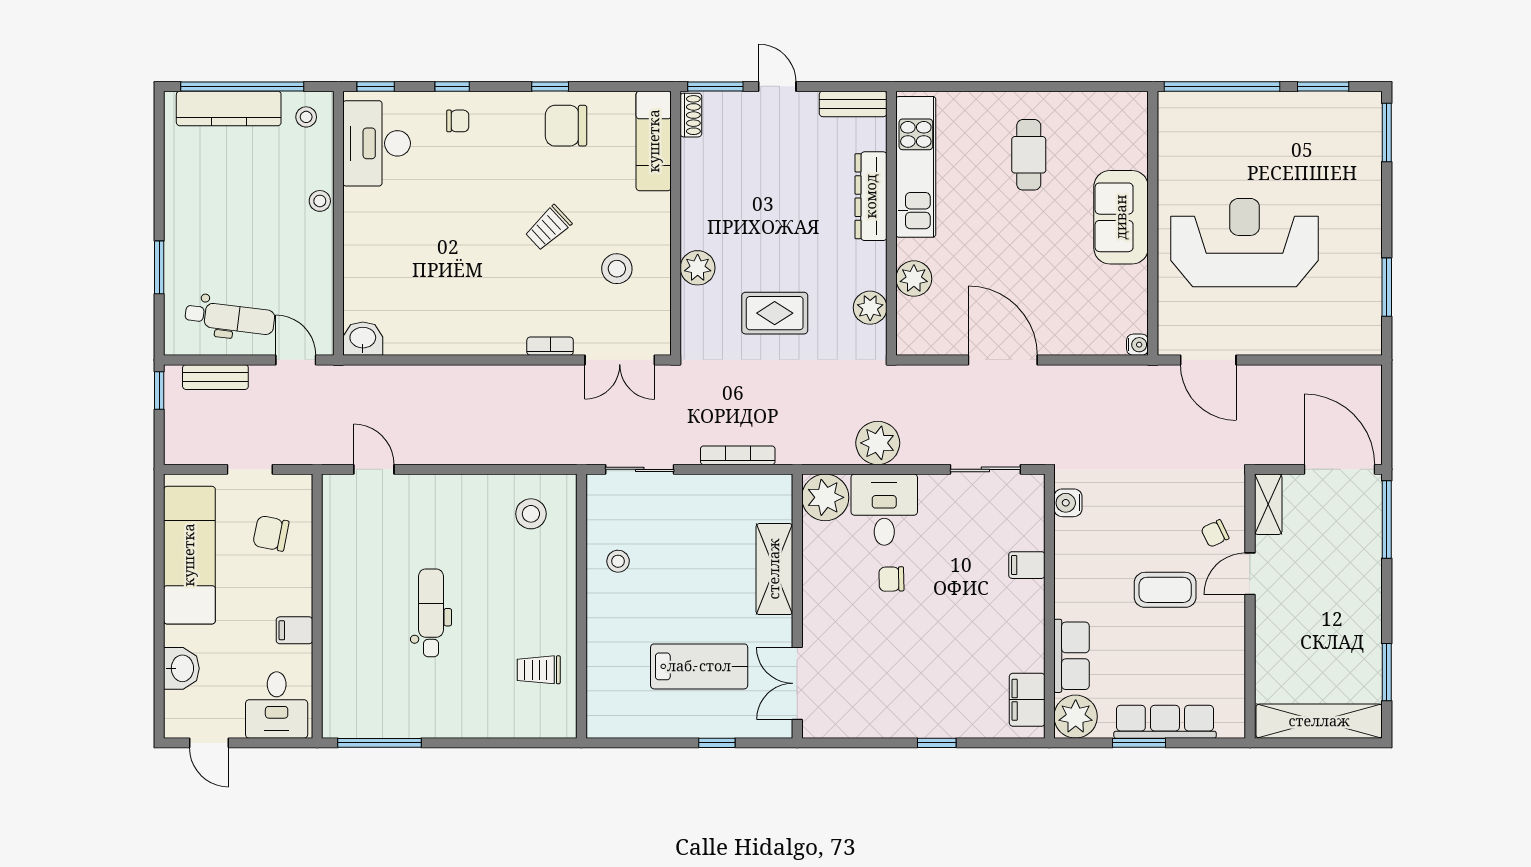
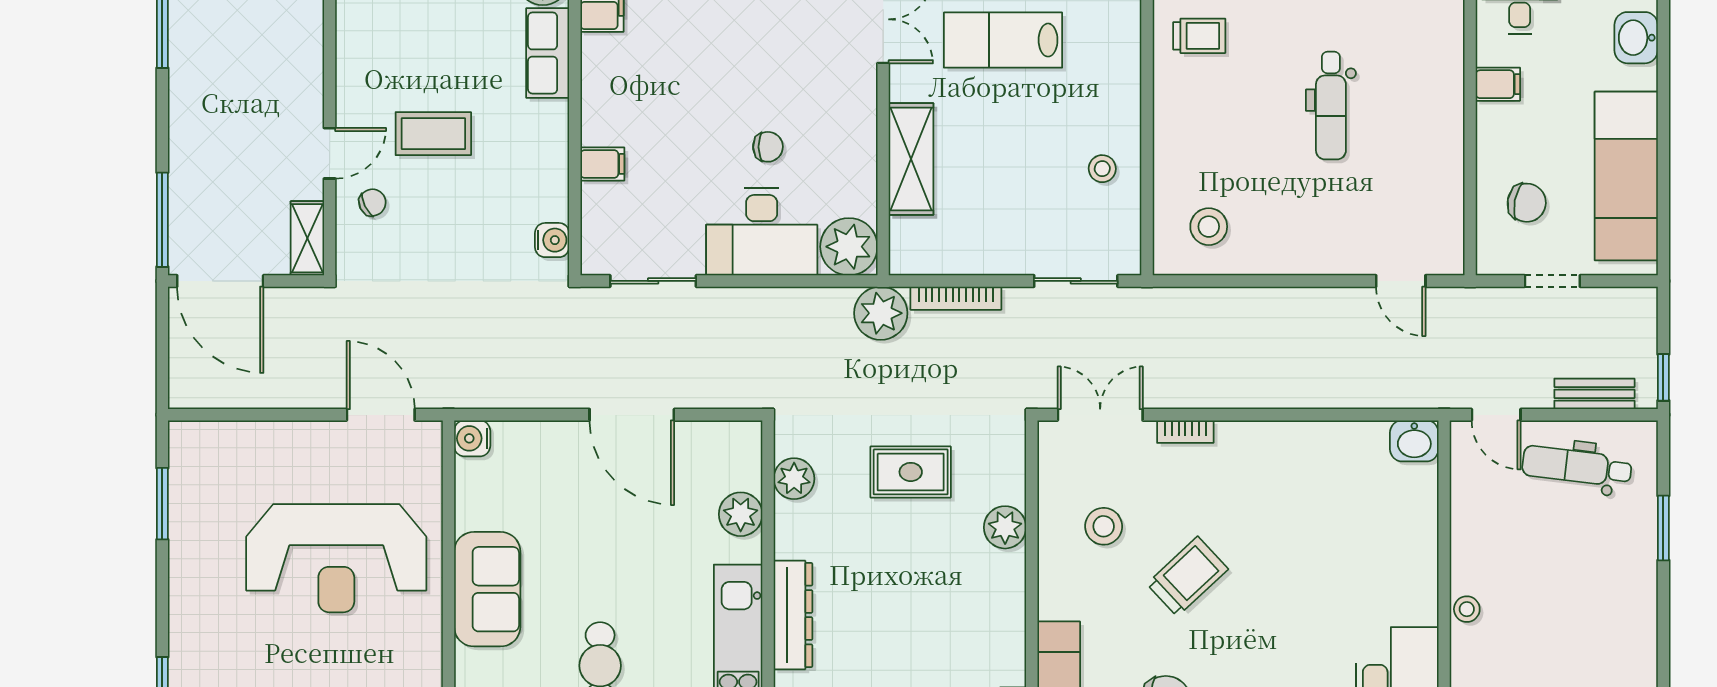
trolley: (548, 228) -> (1187, 576), width x1.36, depth x1.39
water cooler: (1137, 345) -> (472, 438), width x1.38, depth x1.38
plant: (878, 443) -> (881, 313), moved
desk: (884, 510) -> (762, 232), width x1.37

